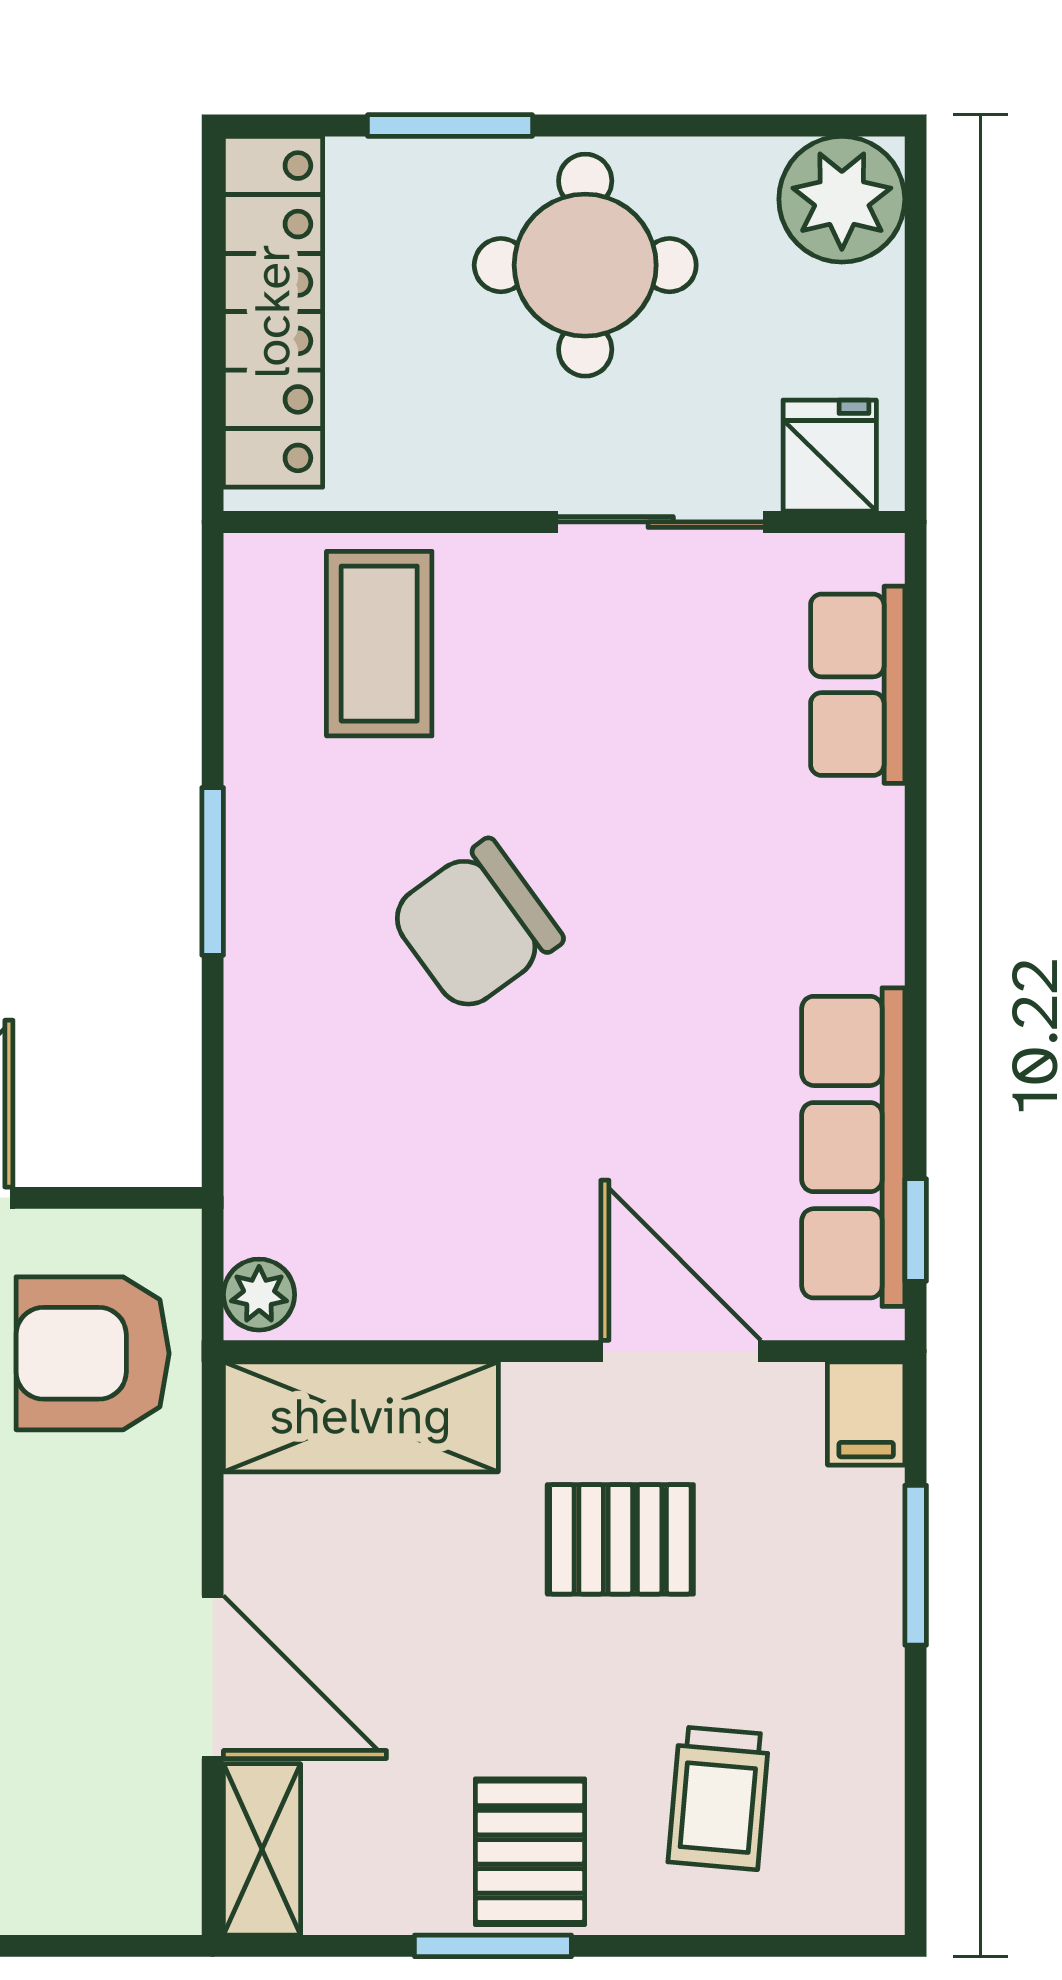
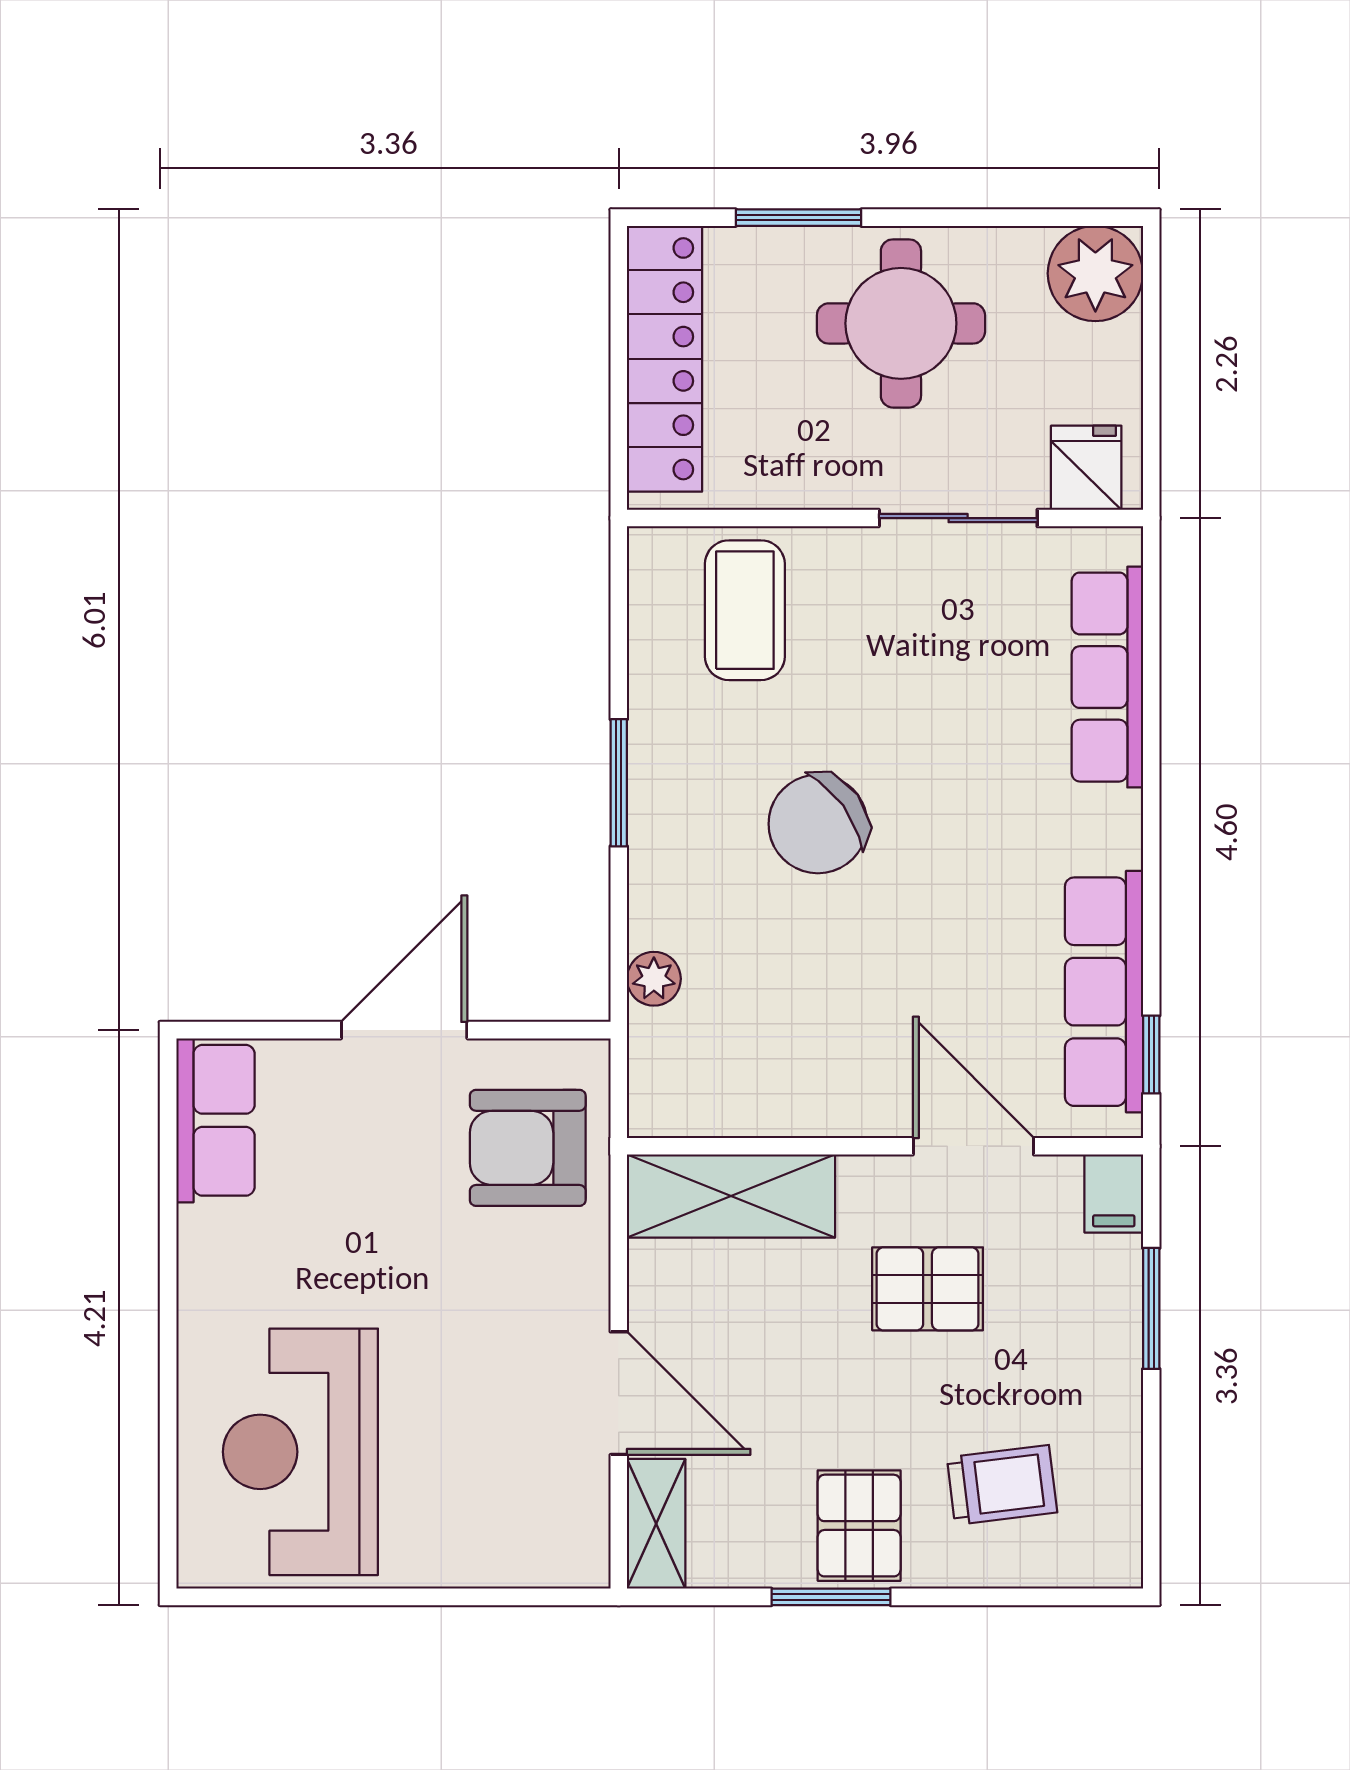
row of seats: (858, 685) -> (1107, 677), width x1.48
plant: (259, 1295) -> (654, 979), moved
trolley: (719, 1798) -> (1002, 1485), turned -102

